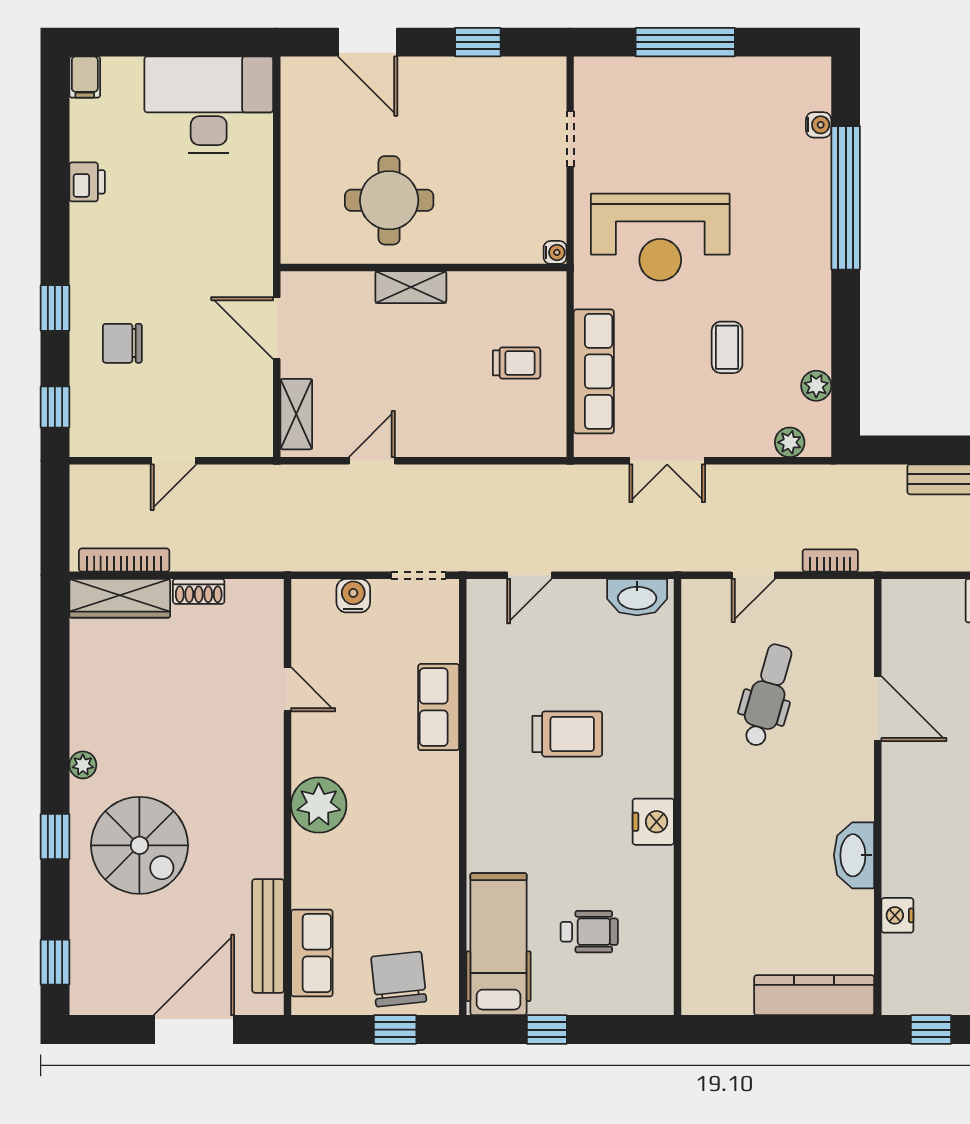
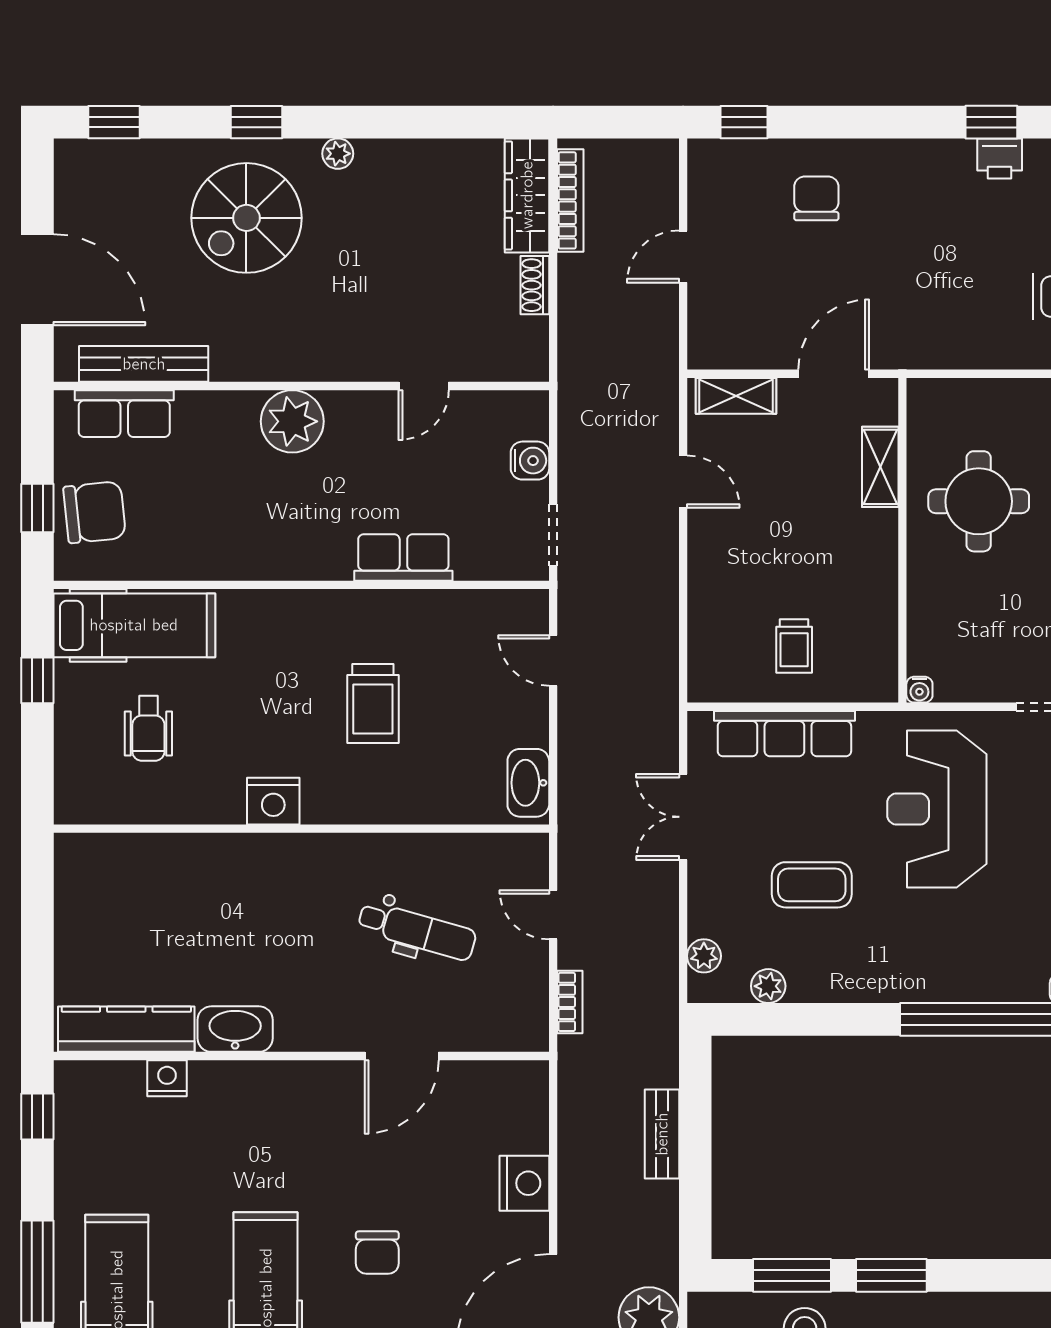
shelving: (411, 287) -> (880, 467), moved
window: (55, 308) -> (991, 122), moved
coffee table: (727, 347) -> (812, 885), width x1.36, depth x1.30
door: (174, 461) -> (683, 257), hinge flipped
kitchen counter: (814, 995) -> (126, 1029), moved, turned -90

